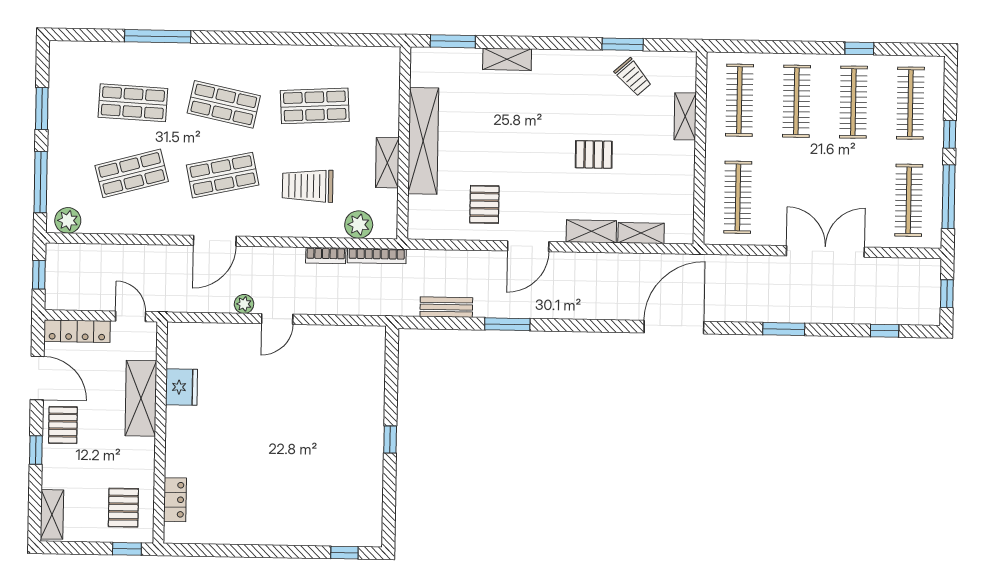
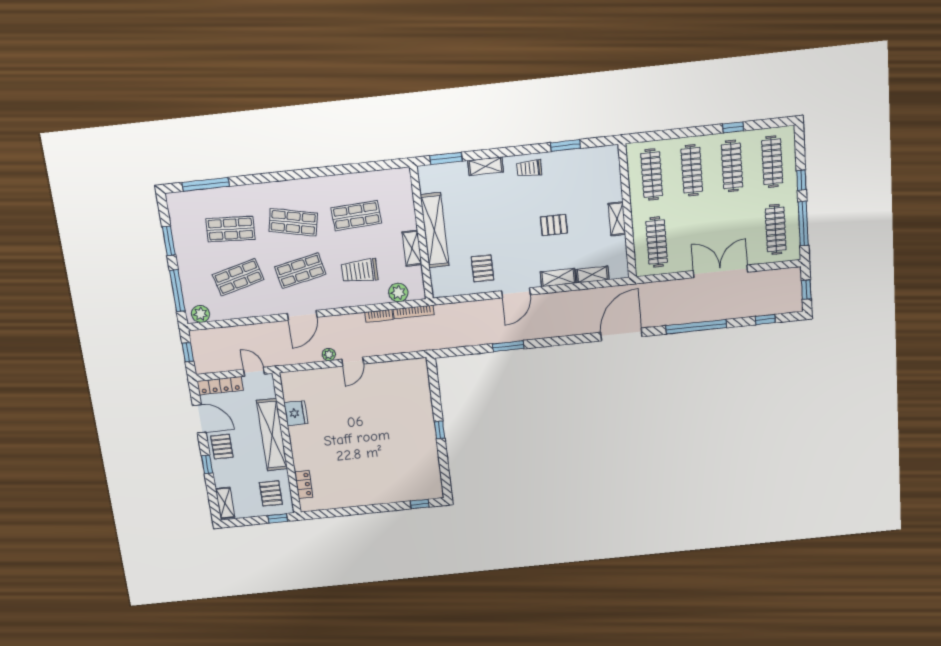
window: (158, 36) -> (206, 184), moved
trolley: (633, 77) -> (529, 168), moved, turned 132
shelving: (685, 116) -> (617, 219), moved
bench: (446, 307) -> (465, 340), removed
window: (784, 329) -> (696, 327), width x2.11
shelving: (141, 398) -> (272, 435), width x1.47

